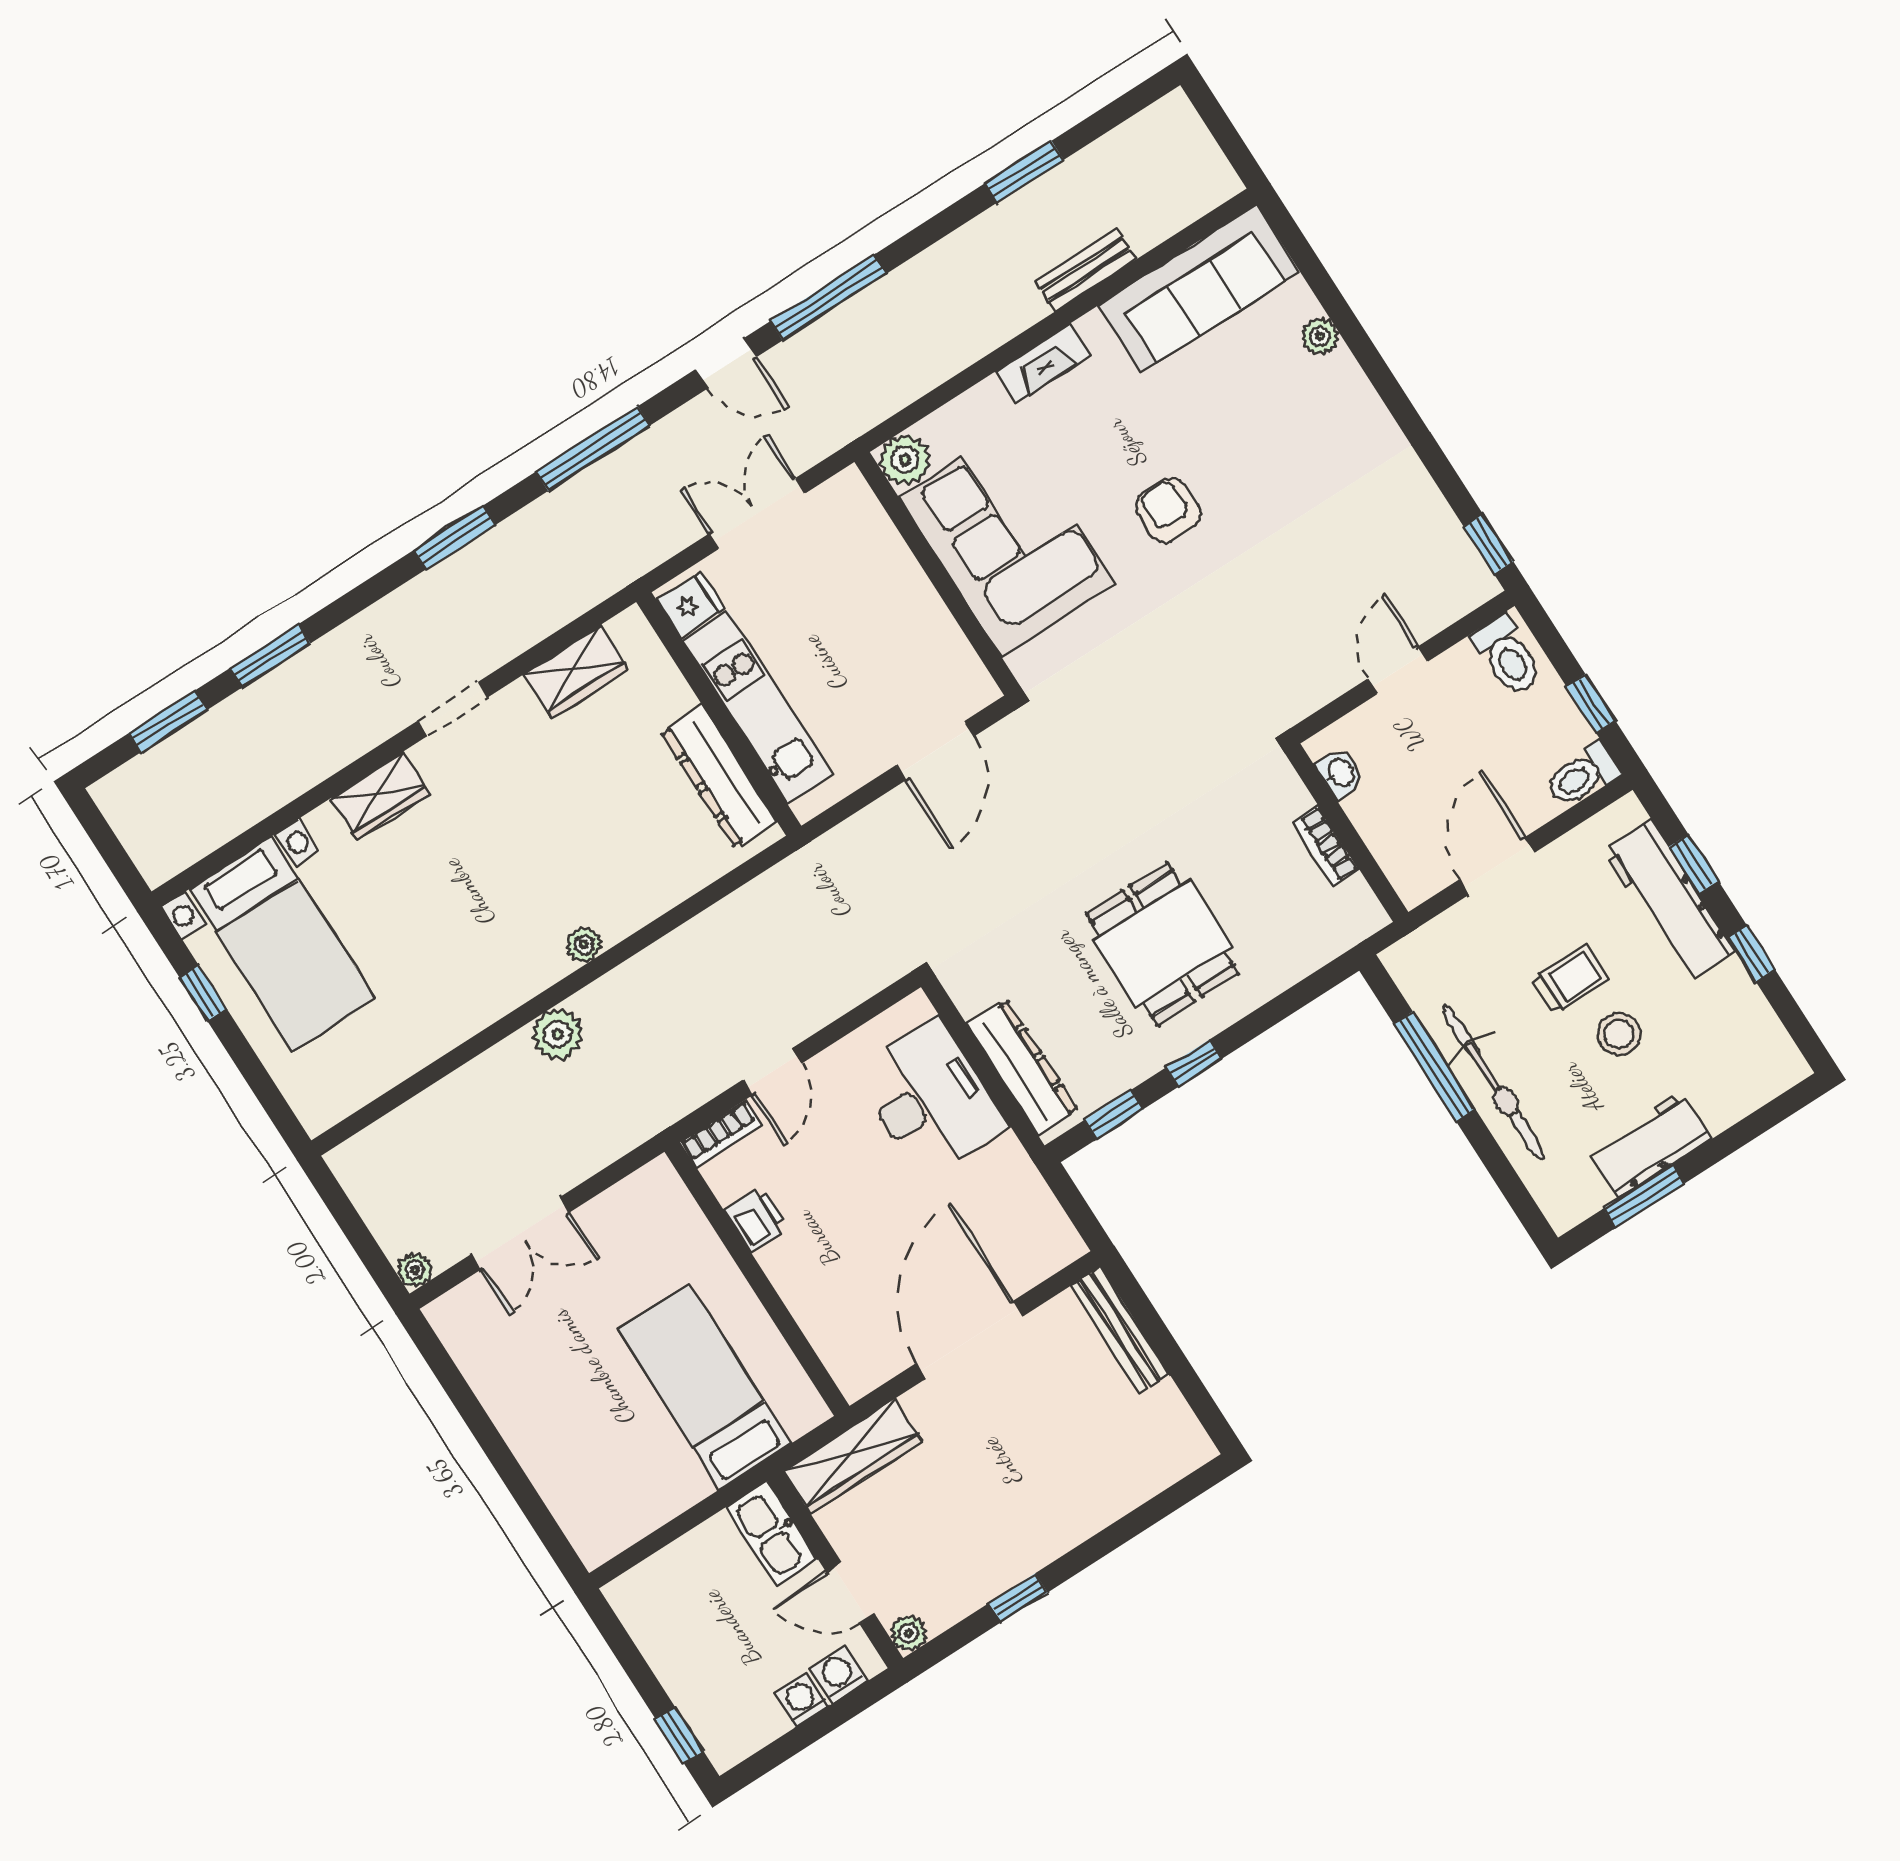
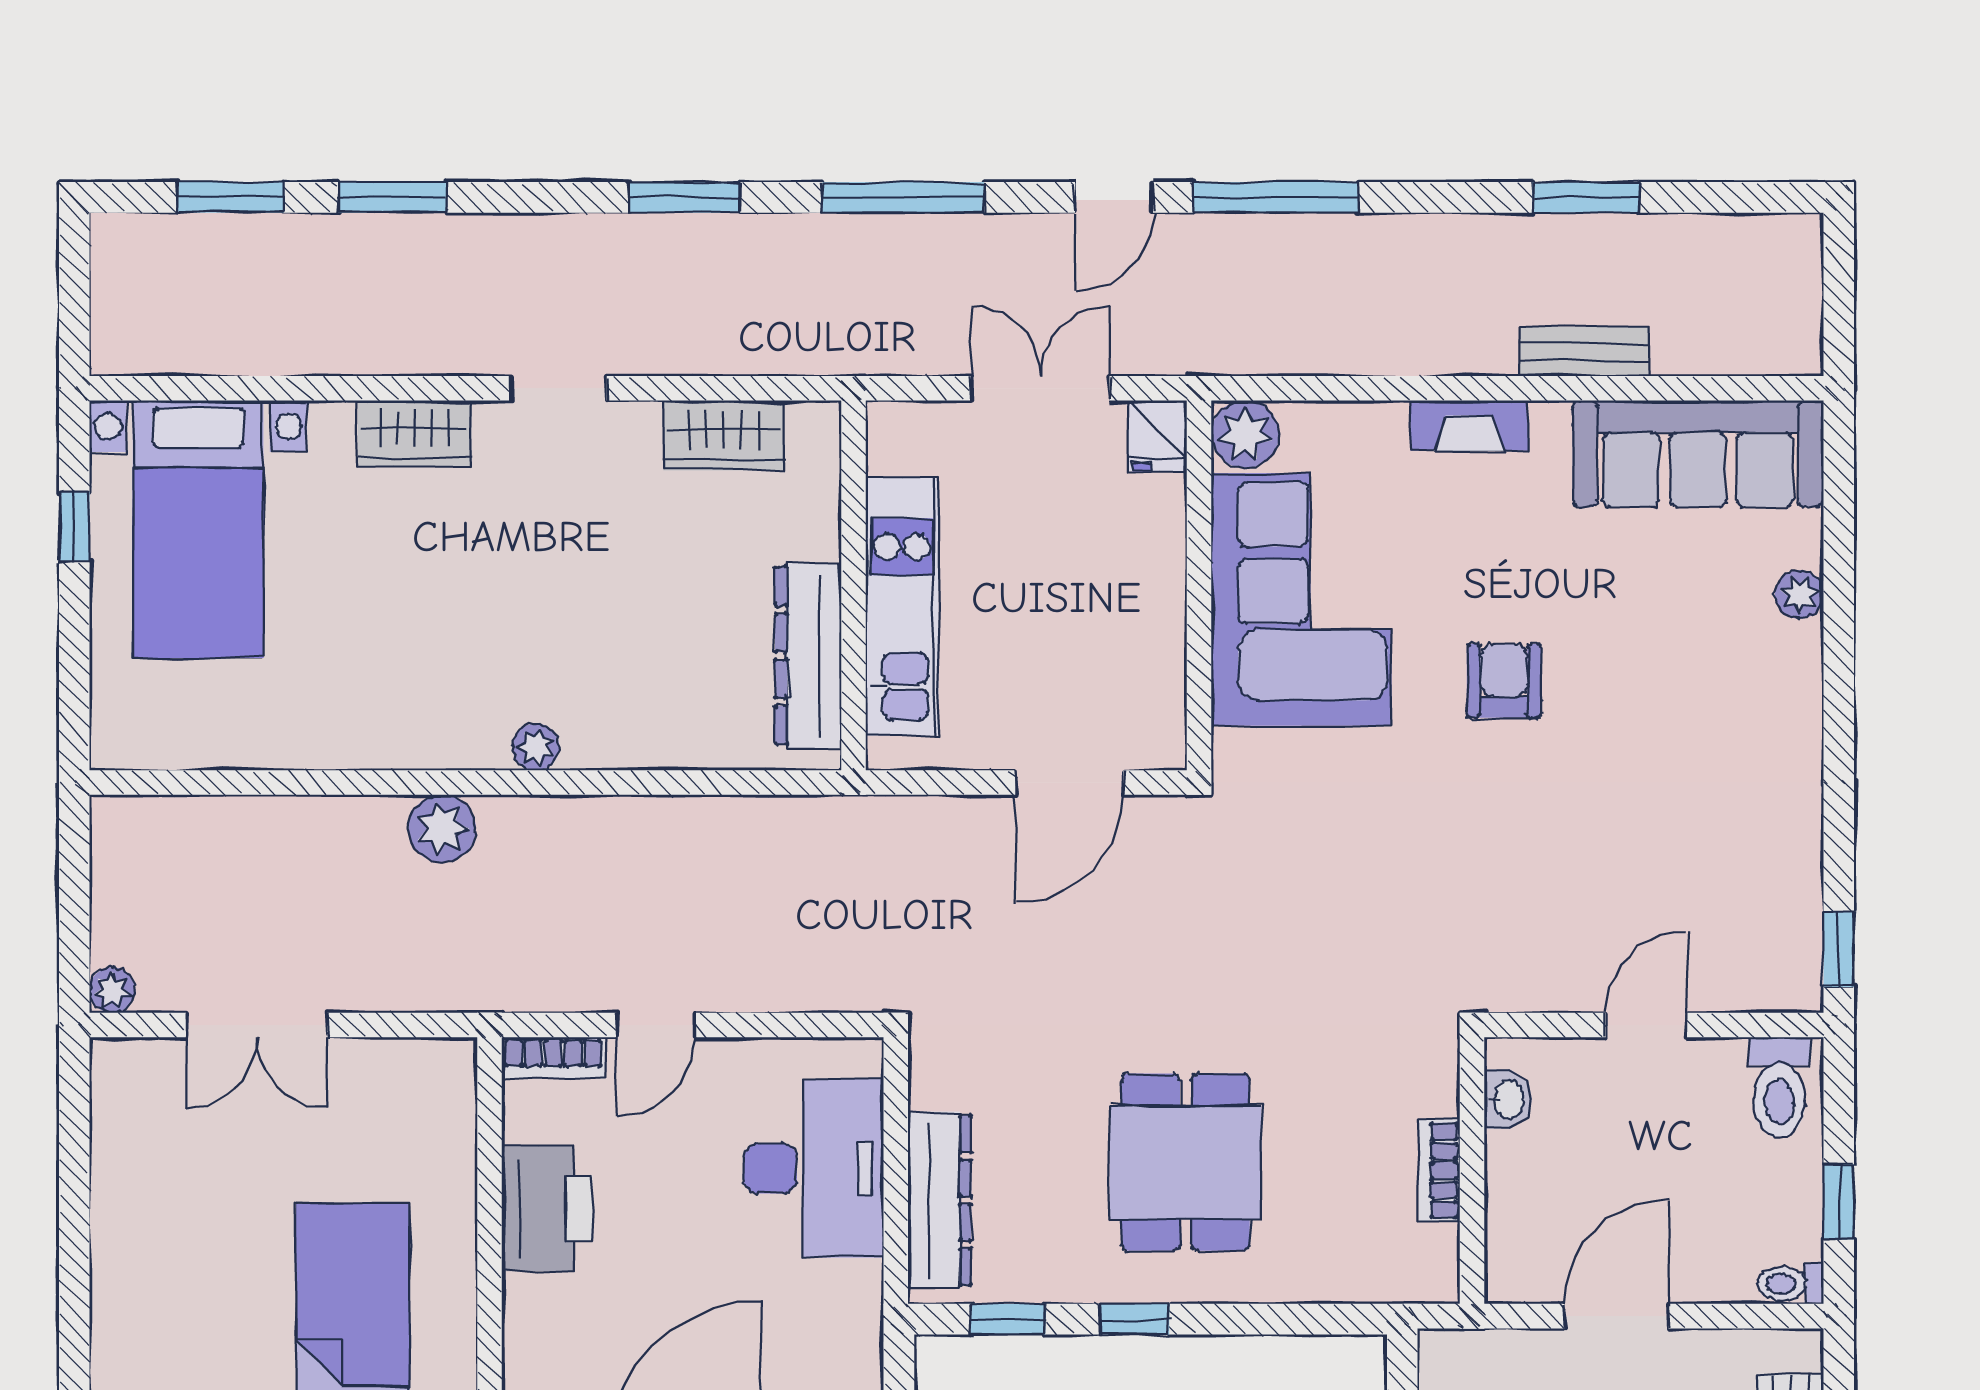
door: (726, 363) -> (1114, 197), hinge flipped
fridge: (691, 604) -> (1157, 436), moved, turned 90
toilet: (1582, 775) -> (1790, 1284), width x0.73, depth x0.72
printer: (757, 1219) -> (547, 1208), width x1.87, depth x1.48

